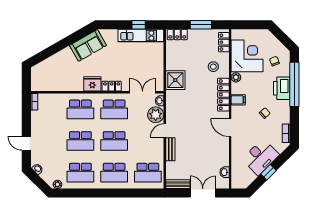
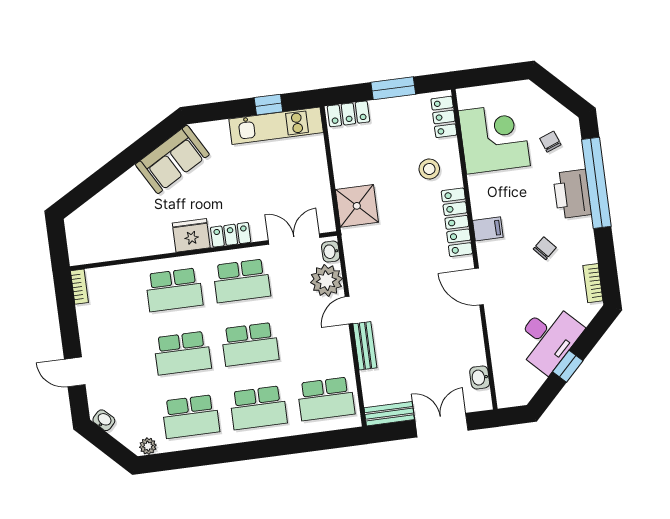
plant: (236, 77) -> (478, 184), removed

